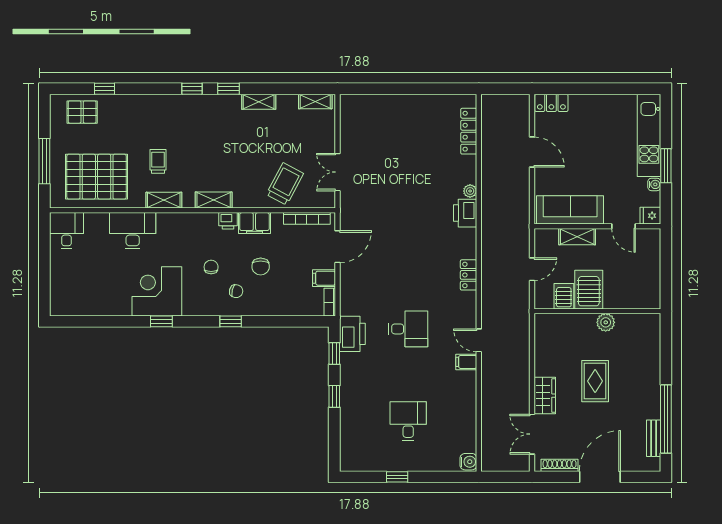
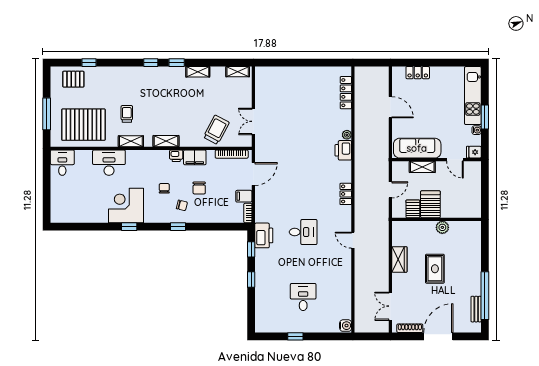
locker: (551, 103) -> (418, 73), moved
filing cabinet: (466, 362) -> (344, 255), removed
wardrobe: (545, 396) -> (399, 259), moved

